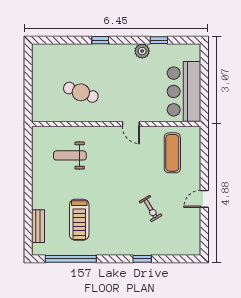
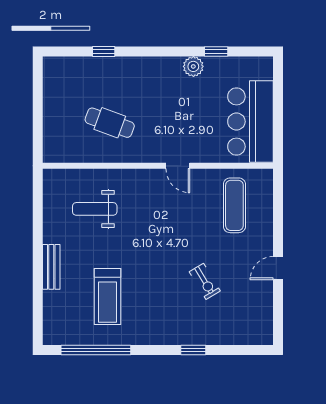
window: (100, 40) -> (104, 52), moved
bench: (38, 226) -> (51, 267), moved

